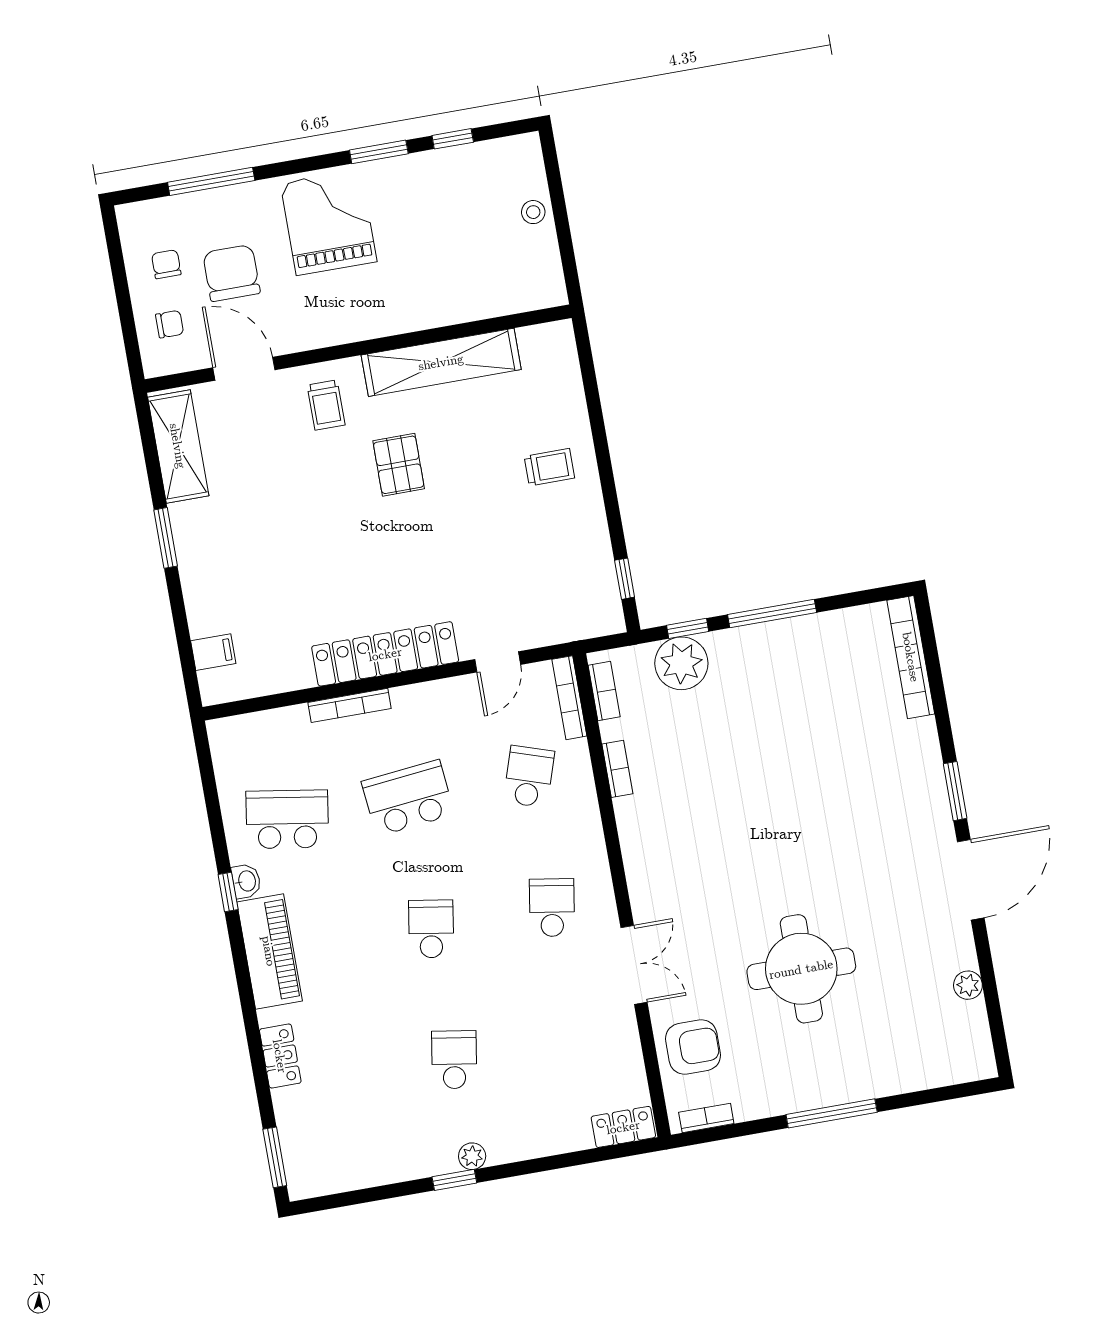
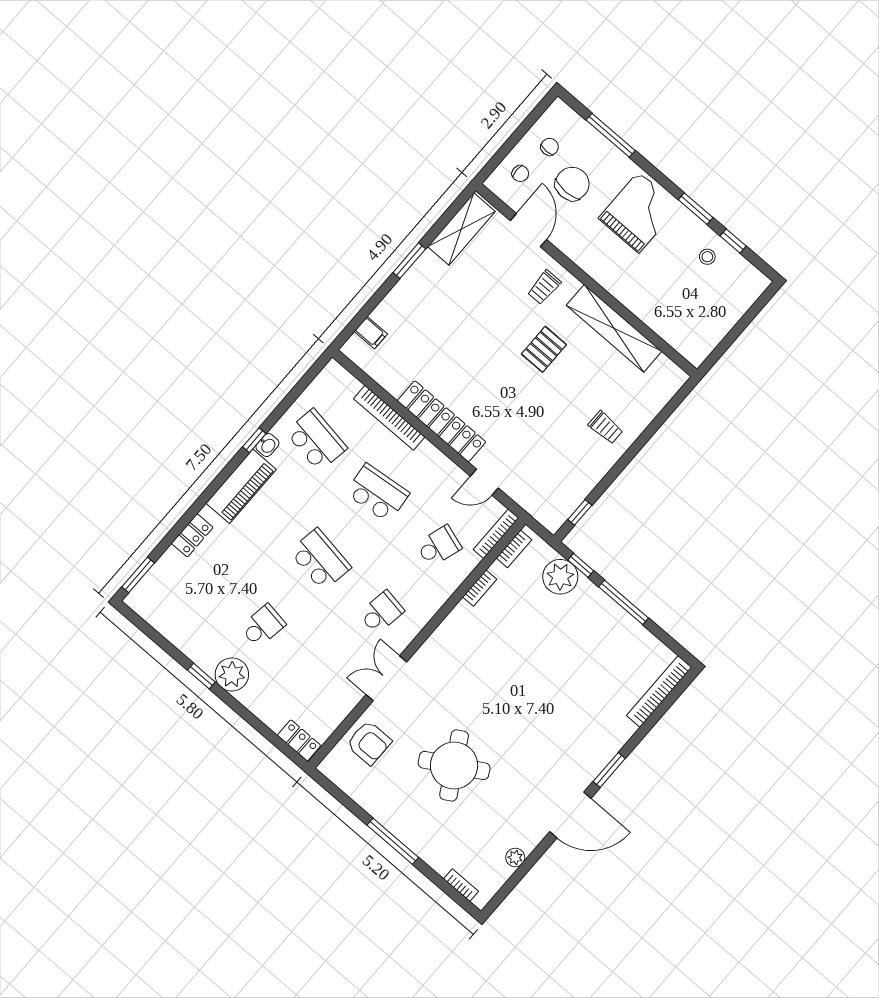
stool: (533, 212) -> (707, 257), moved
bookcase: (349, 705) -> (389, 418), width x1.48, depth x1.31
school desk: (431, 929) -> (320, 559), width x1.85
double door: (634, 965) -> (386, 678), swing flipped
round table: (801, 969) -> (454, 765), turned -30
bookcase: (706, 1118) -> (461, 885), moved
plant: (472, 1156) -> (232, 674), width x1.87, depth x1.87

